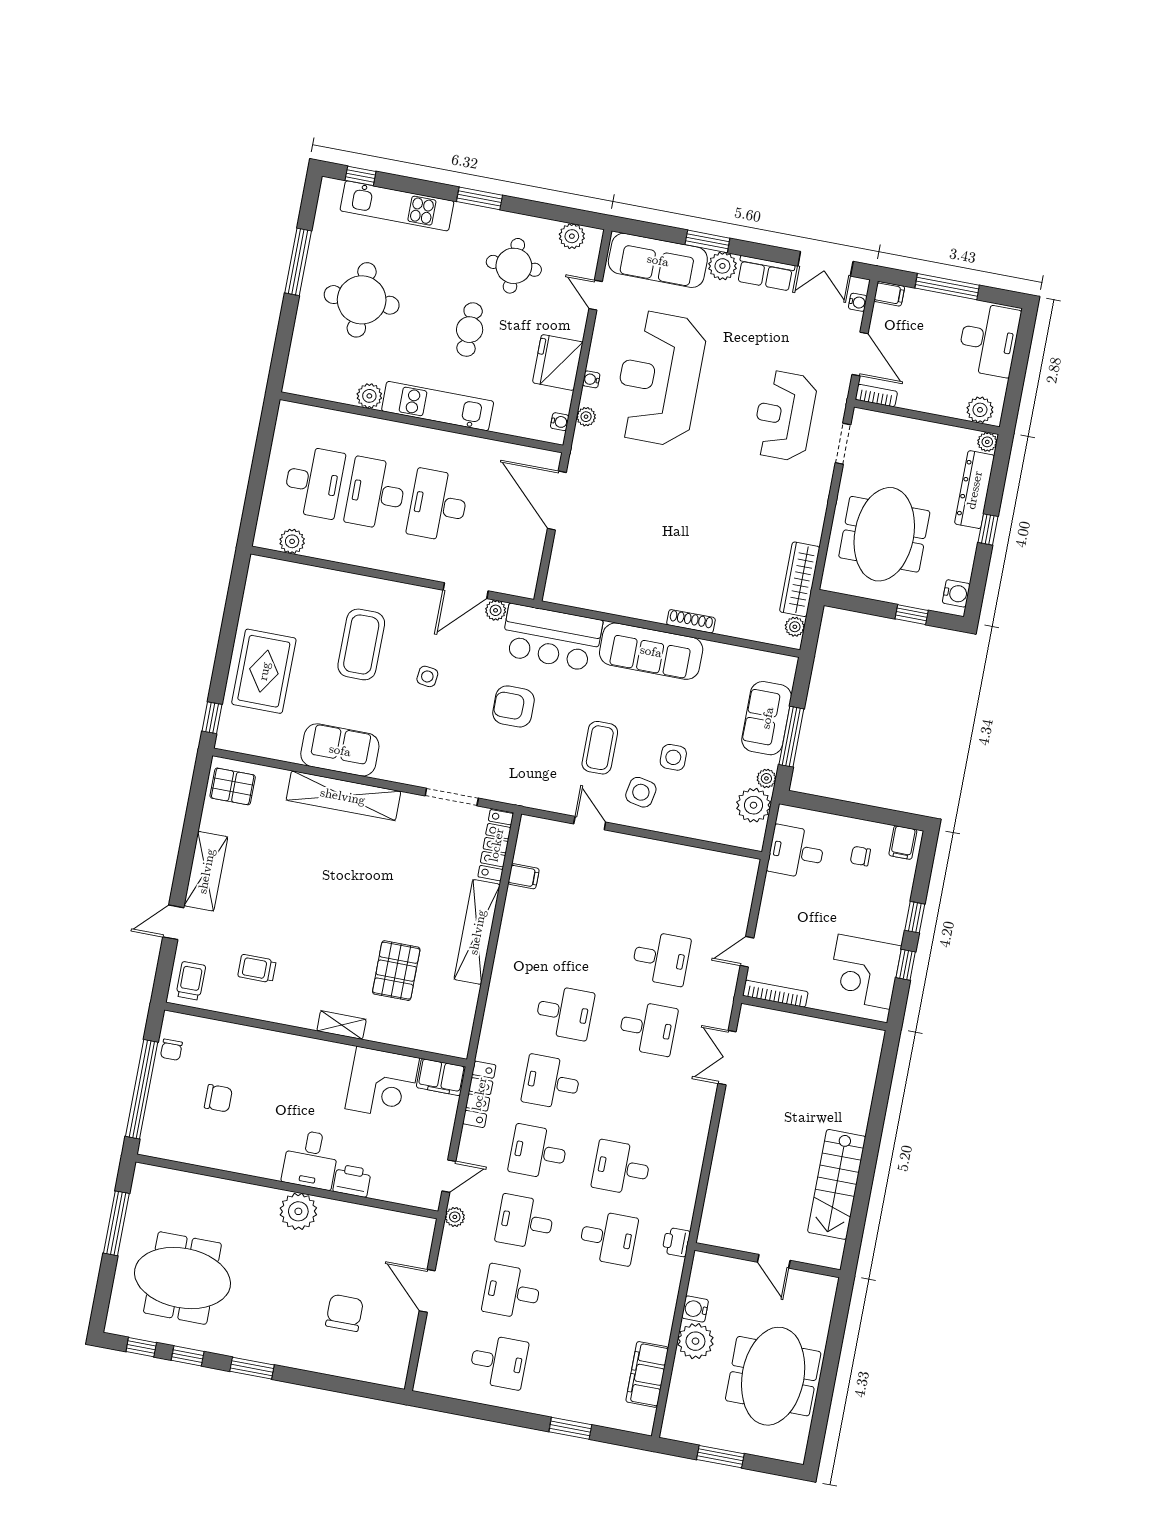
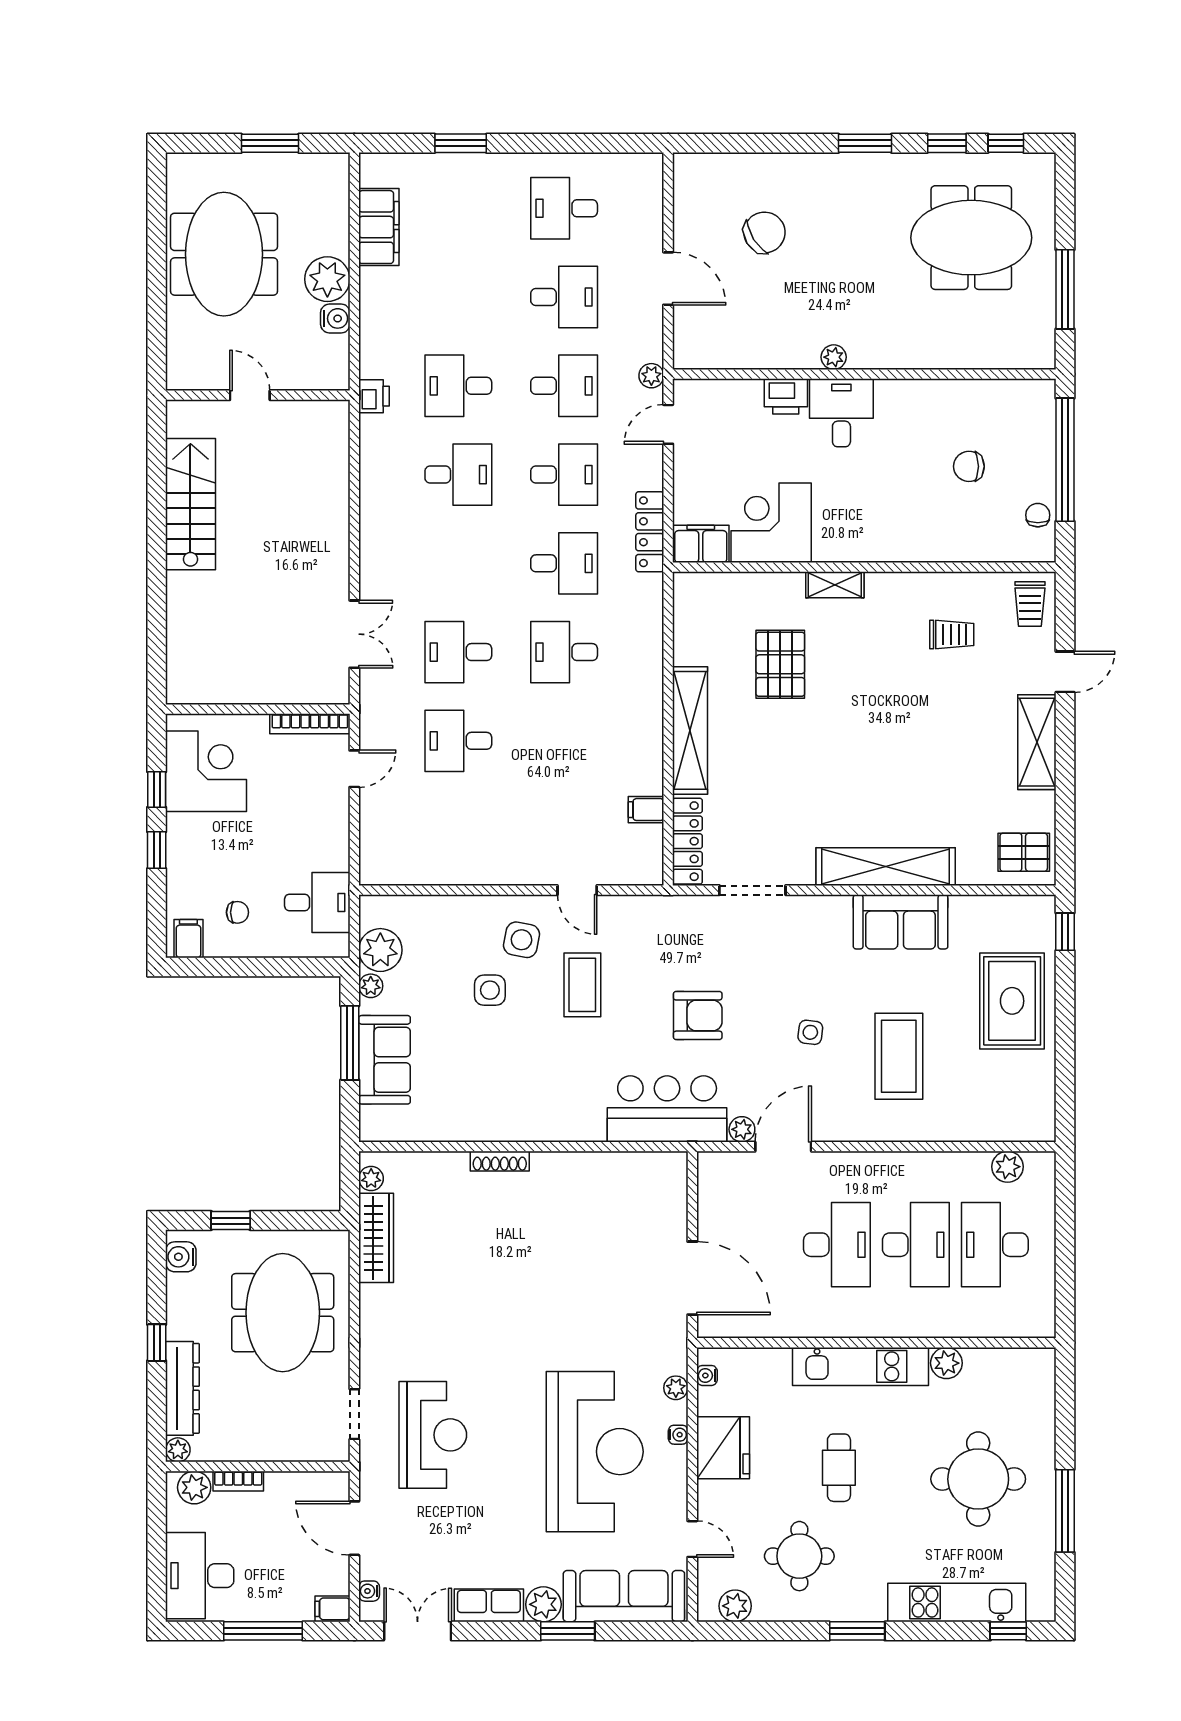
bookcase: (876, 395) -> (238, 1481), moved
sofa: (651, 651) -> (542, 1115), removed
plant: (298, 1211) -> (834, 357), width x0.53, depth x0.53
chair: (344, 1313) -> (764, 232), turned -122

